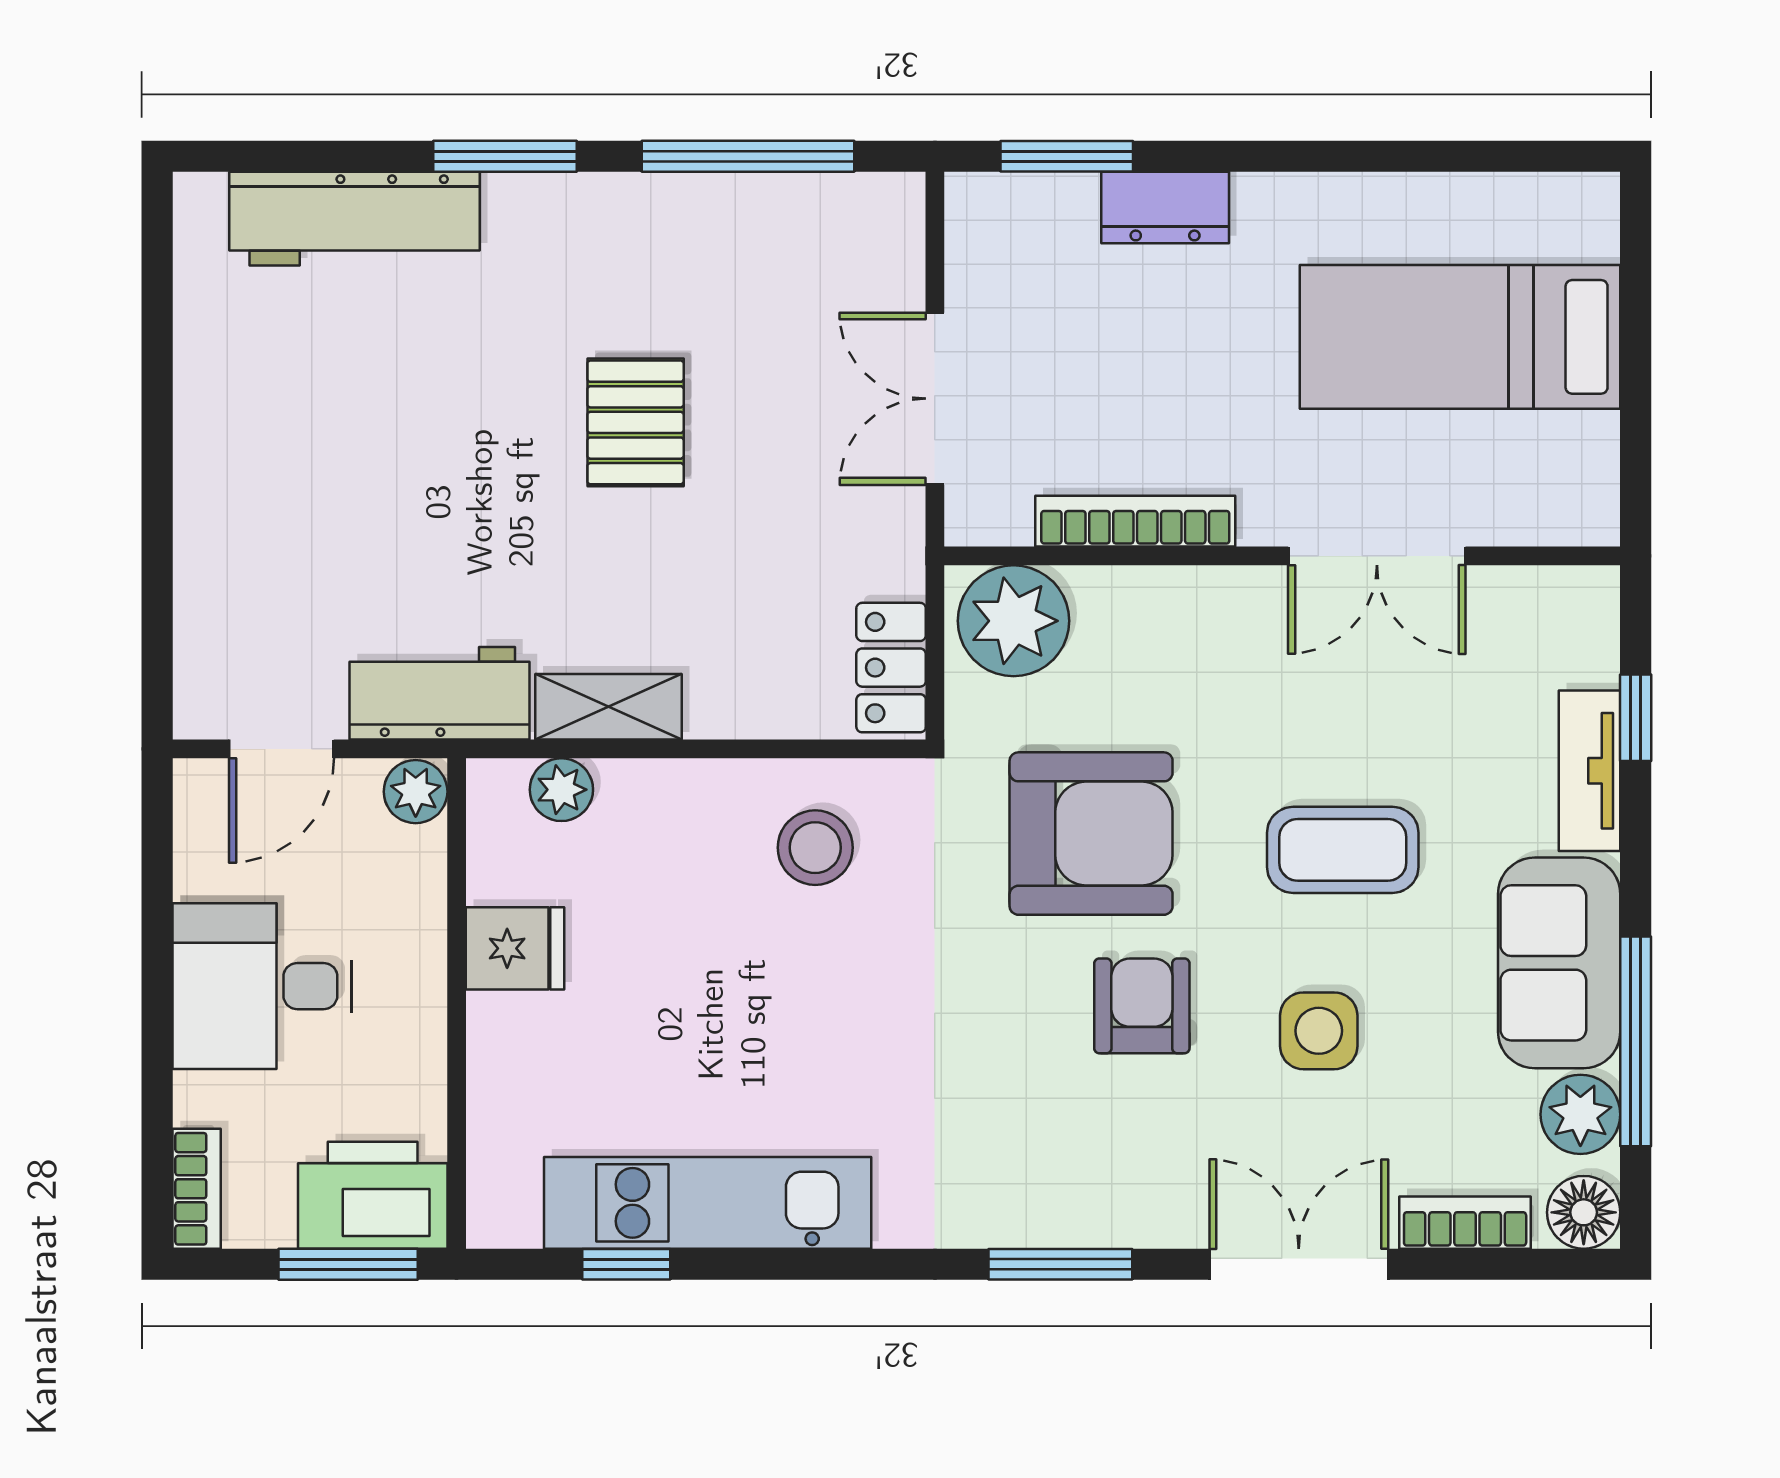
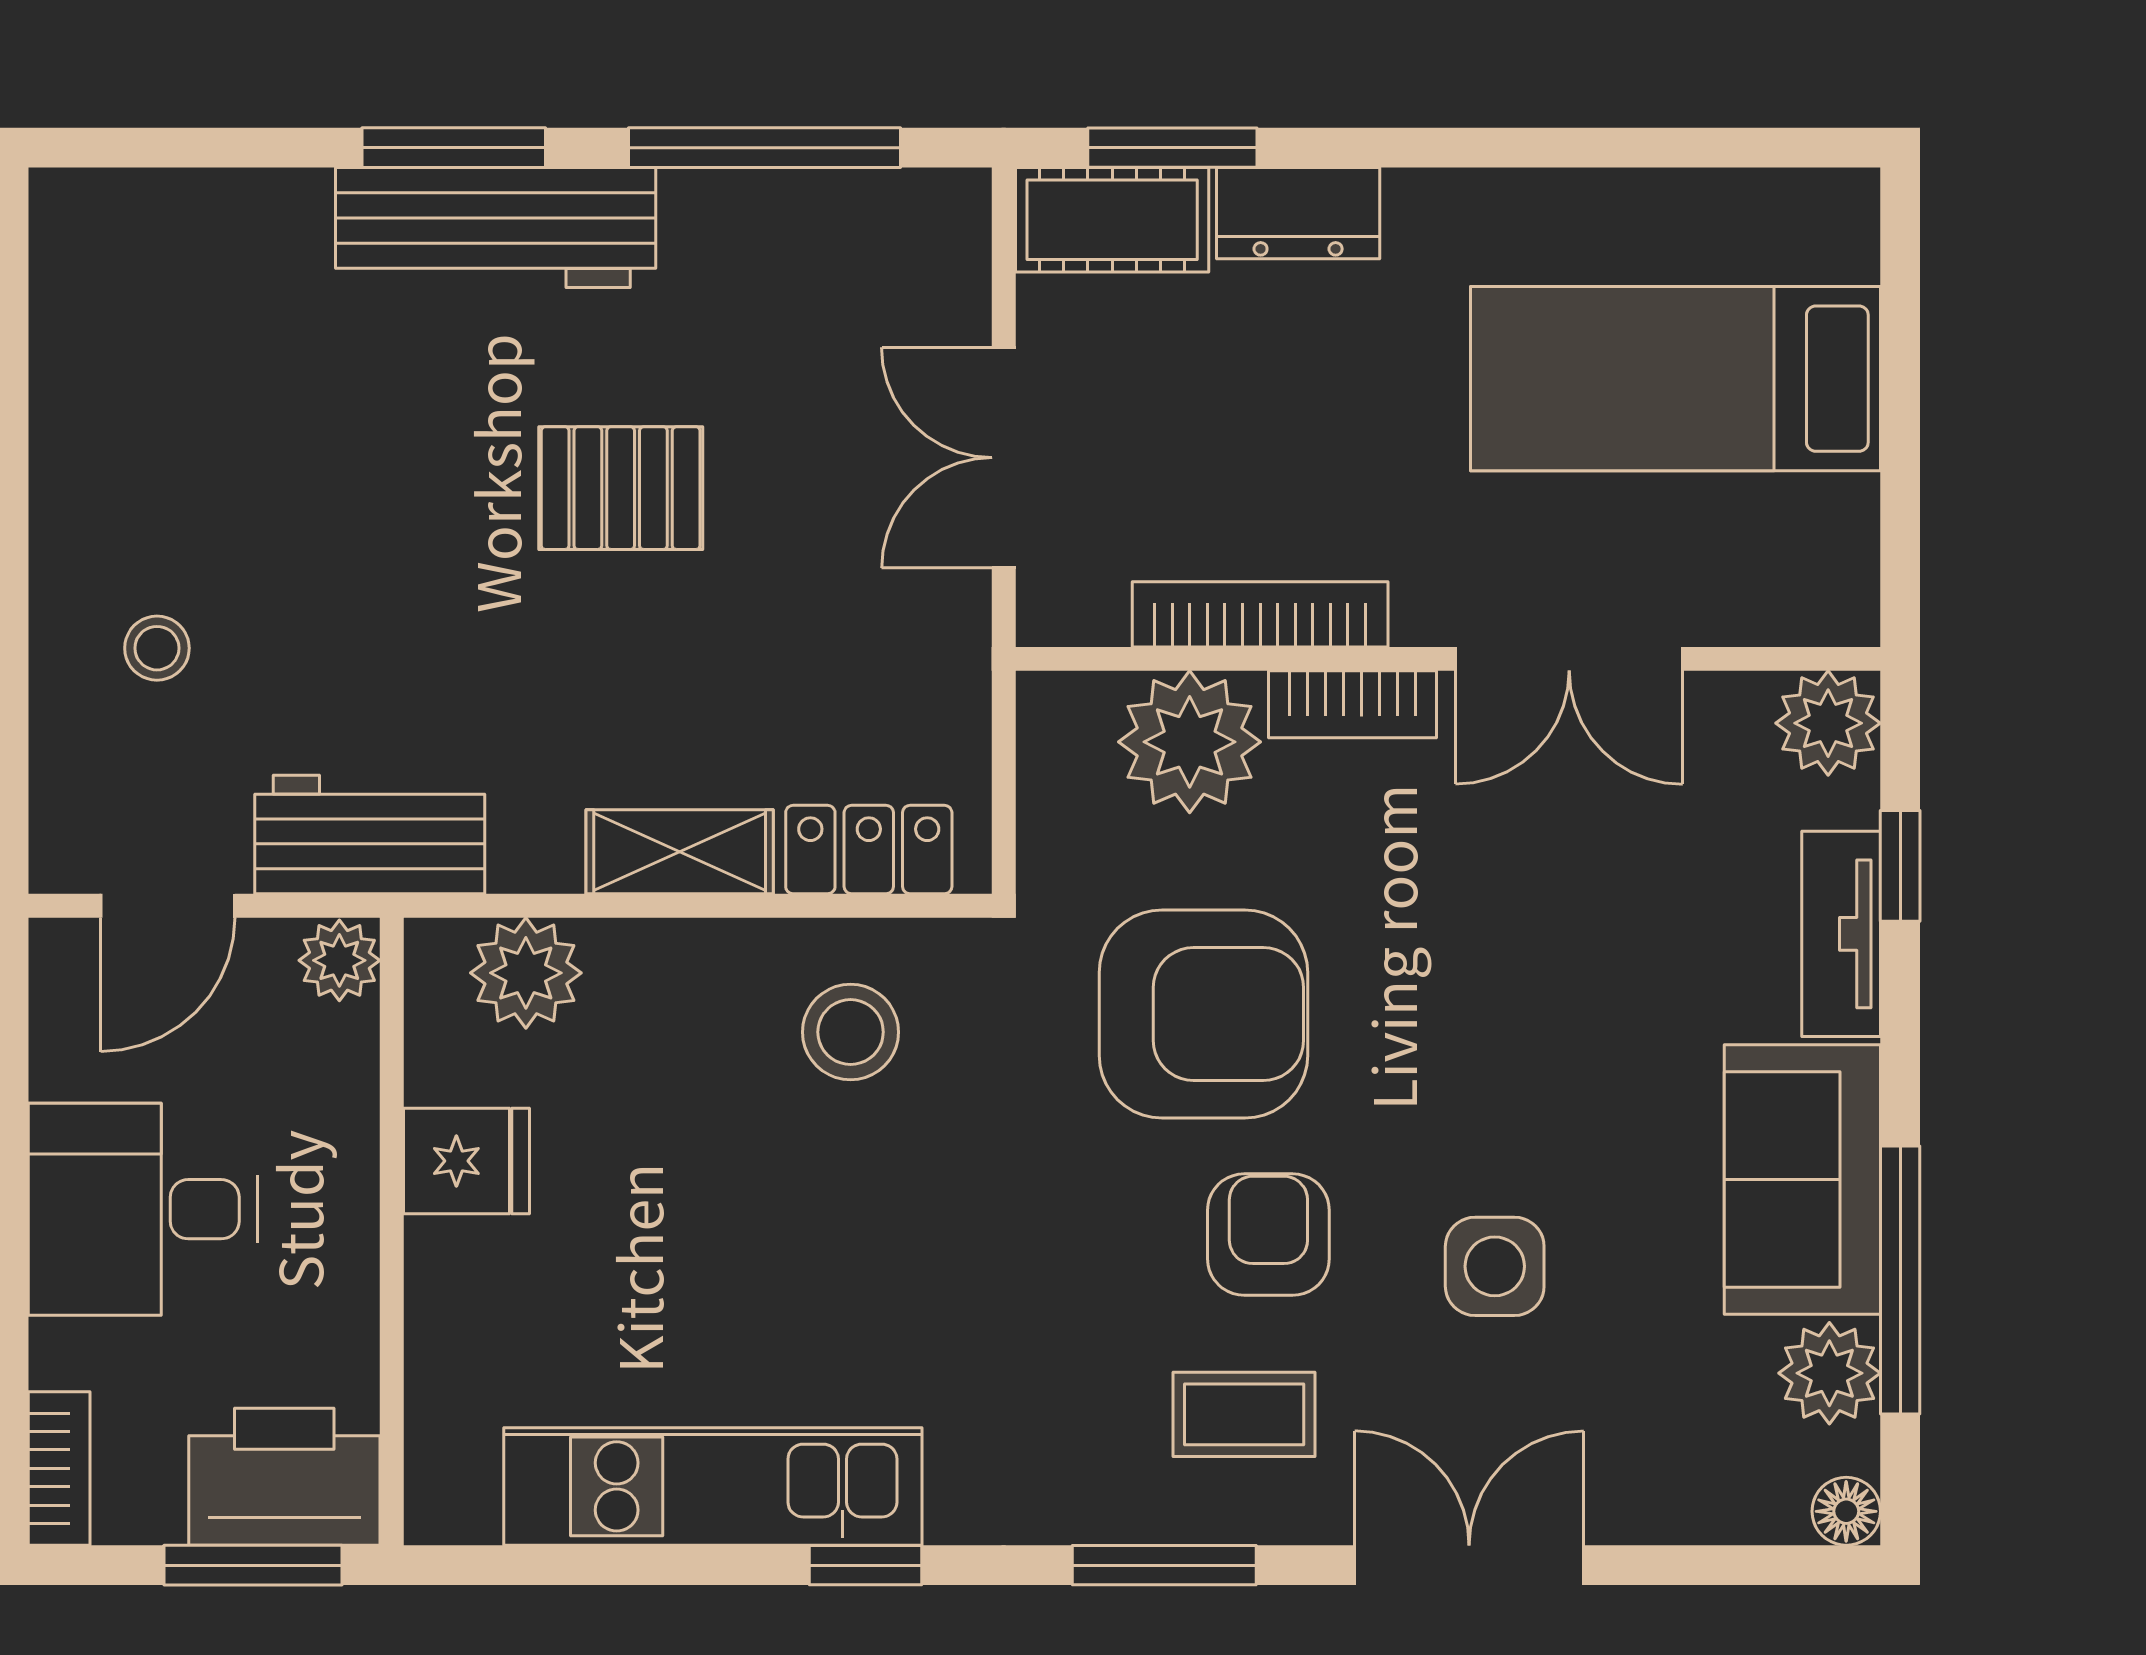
cot: (1020, 213) -> (1112, 220), added
workbench: (355, 219) -> (496, 227), moved
pallet: (636, 422) -> (621, 488), turned 90
stool: (273, 548) -> (157, 648), added
plant: (1579, 606) -> (1828, 723), added
plant: (1013, 621) -> (1190, 742), moved
locker: (891, 668) -> (869, 850), moved, turned 90
shelving: (609, 707) -> (680, 852), moved
plant: (561, 790) -> (526, 973), width x1.38, depth x1.38
coffee table: (1343, 850) -> (1244, 1414), moved, width x0.73, depth x0.77
floor lamp: (1584, 1212) -> (1846, 1511), width x0.73, depth x0.73
bookcase: (1465, 1223) -> (1353, 704), moved, turned 180
window: (626, 1264) -> (865, 1565), moved

